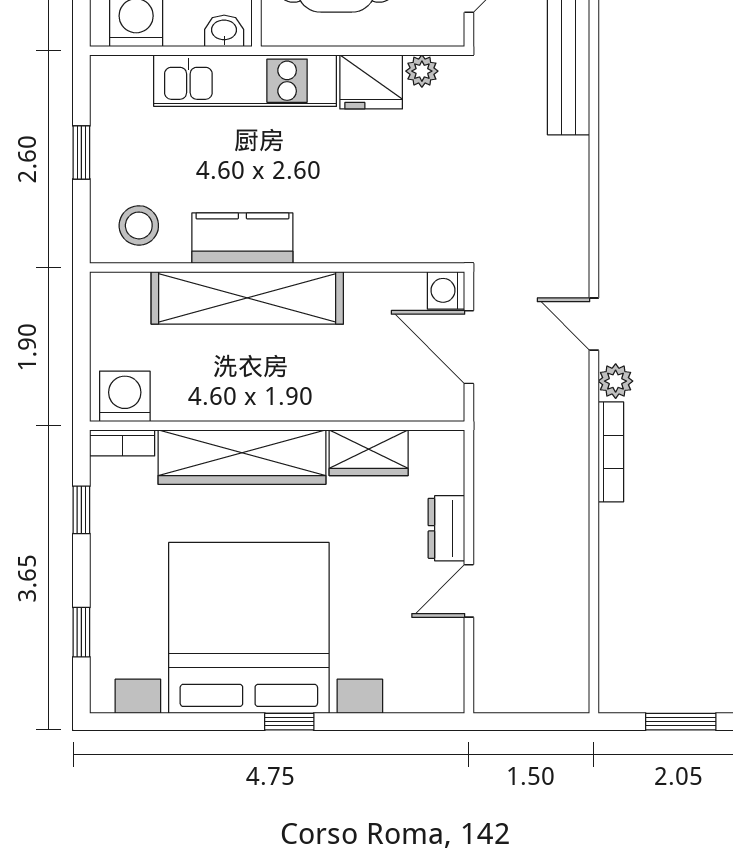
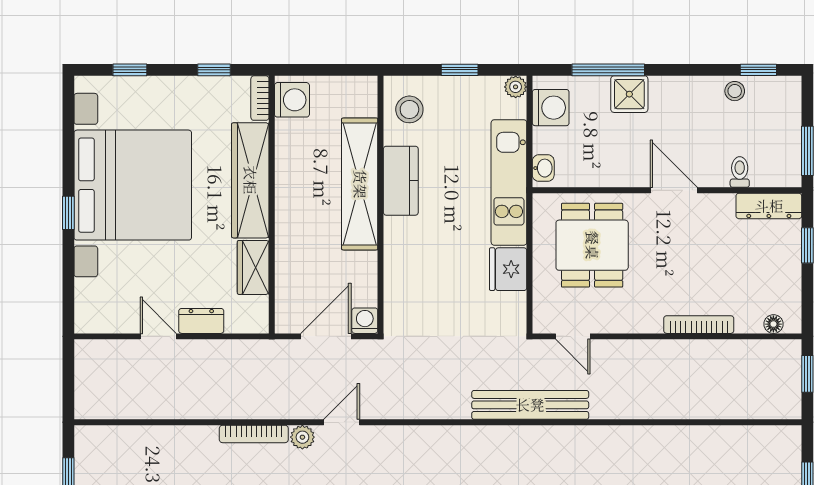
plant: (422, 71) -> (516, 87), moved

